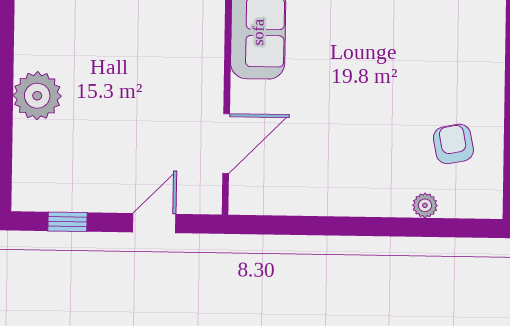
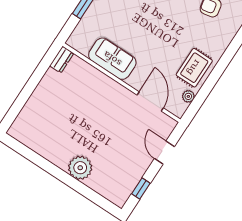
rug: (331, 182) -> (194, 68), added
plant: (425, 205) -> (188, 96), moved

